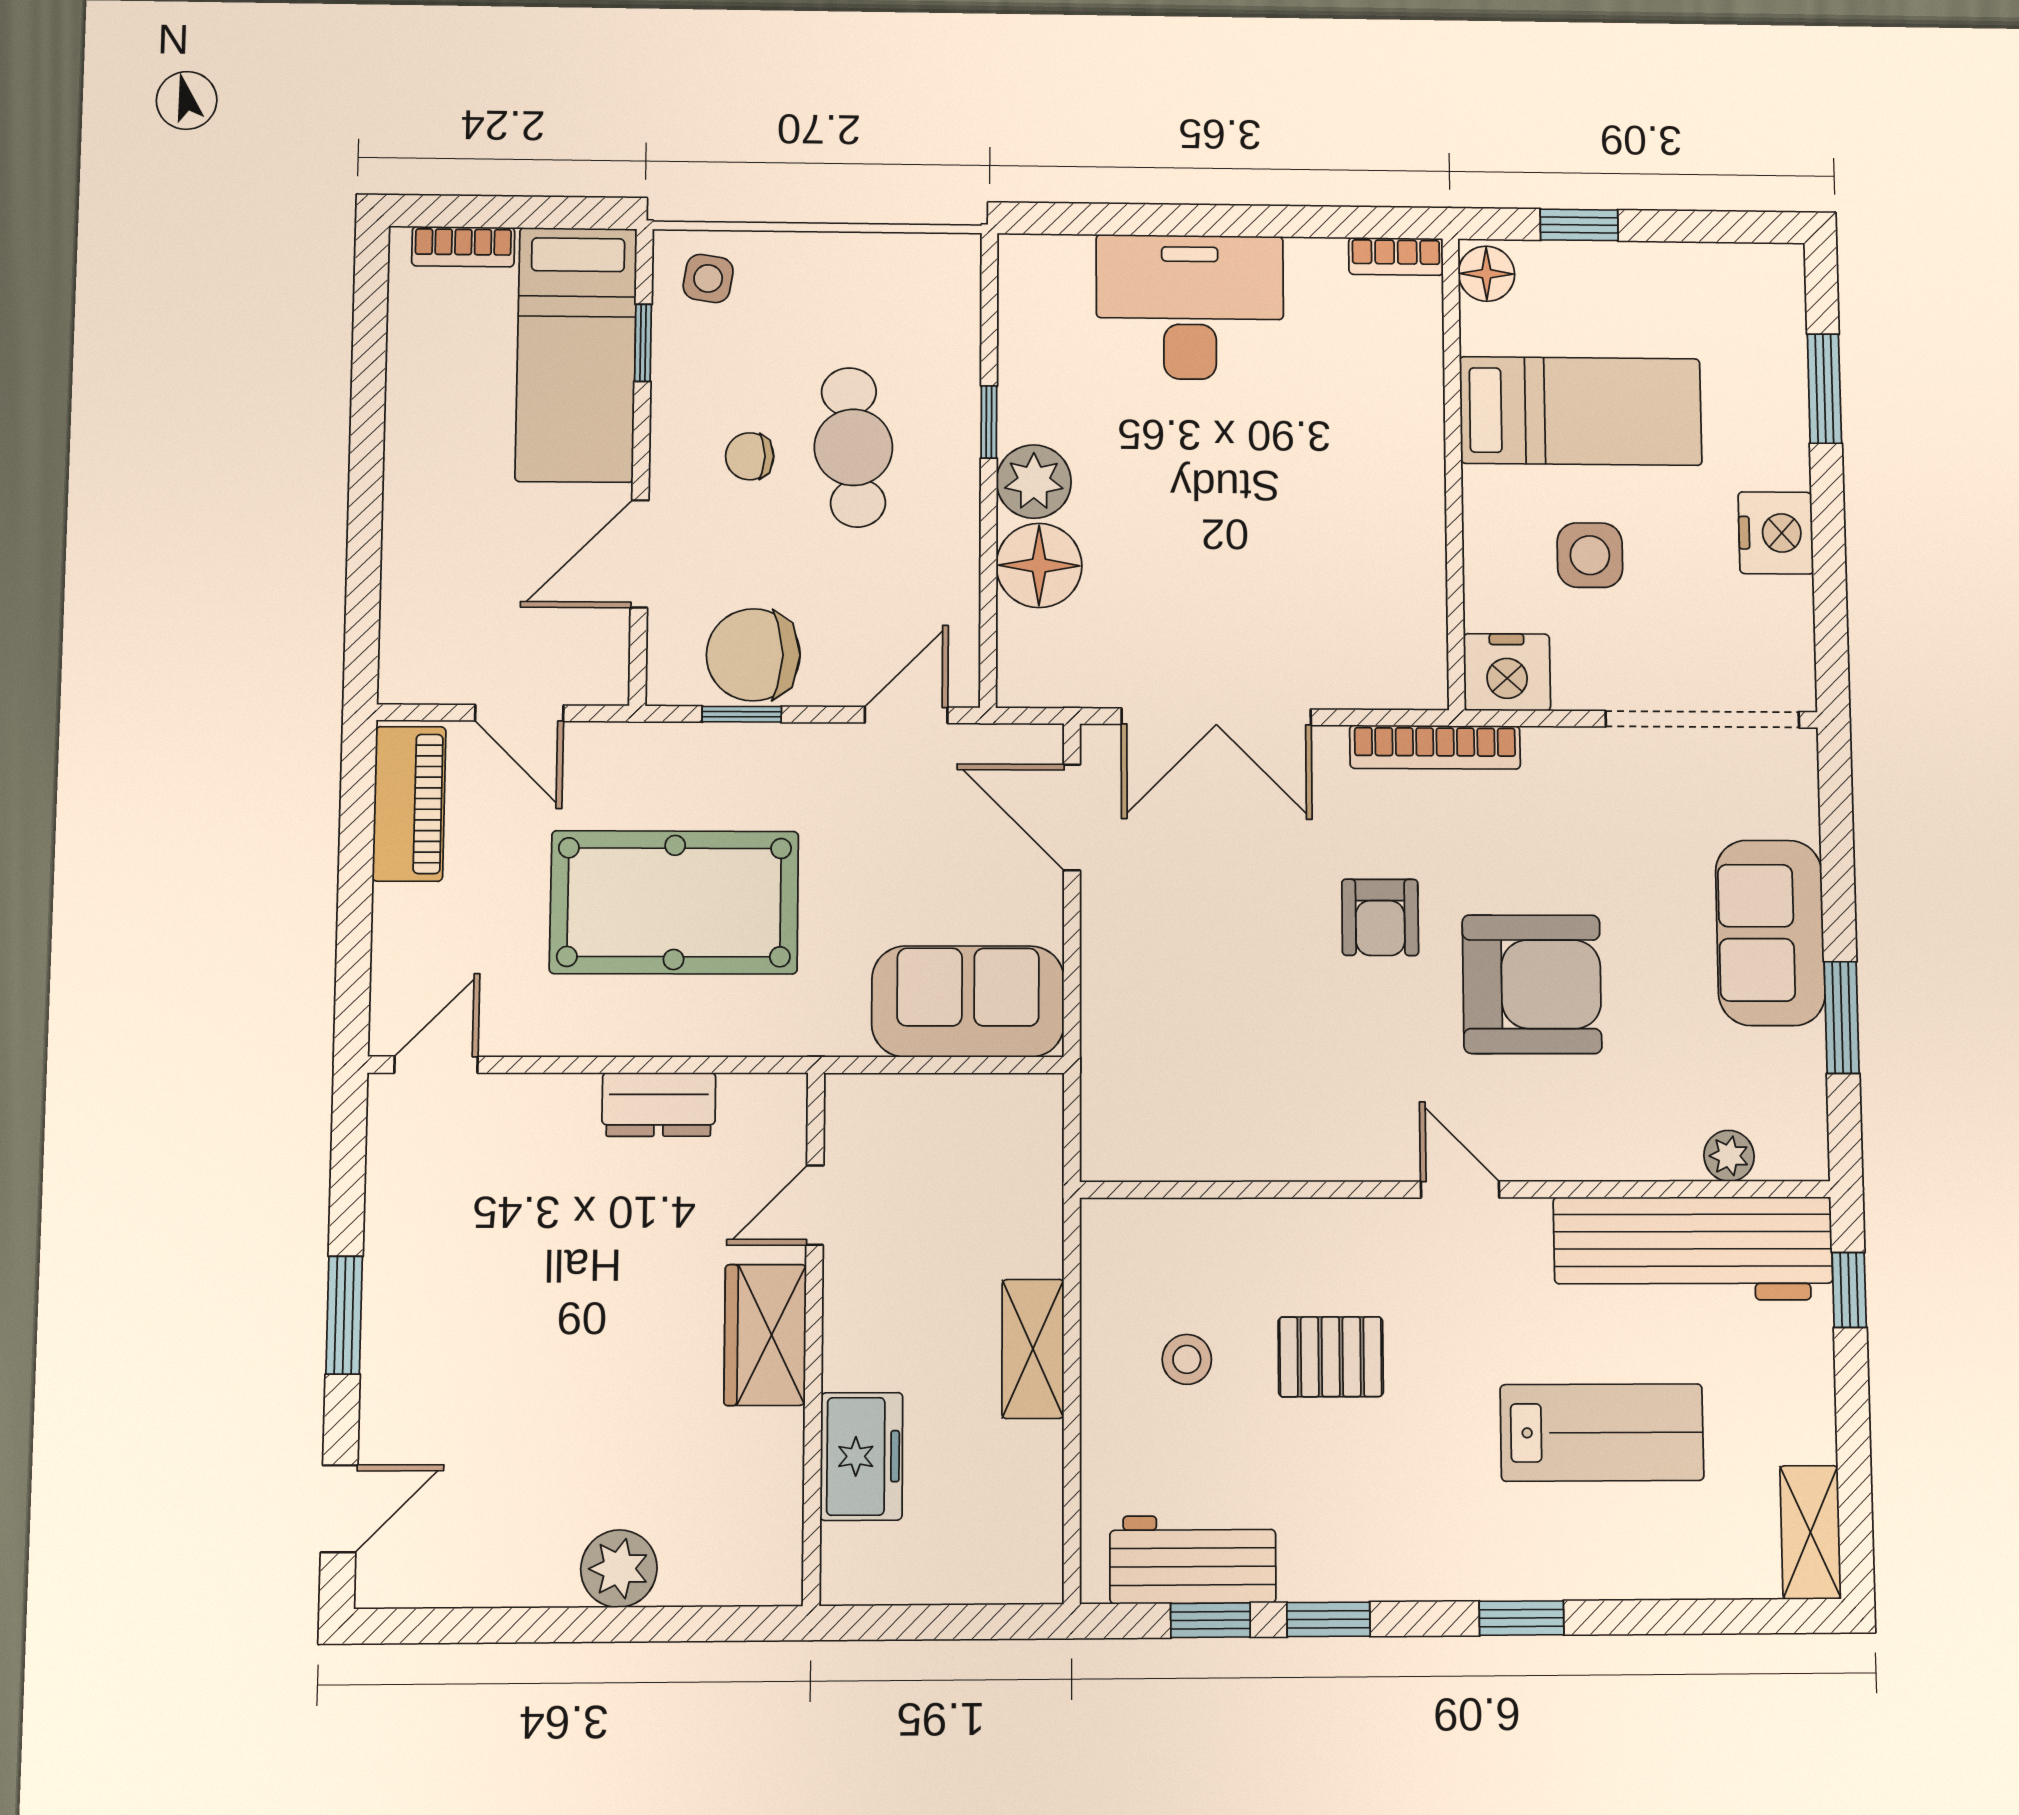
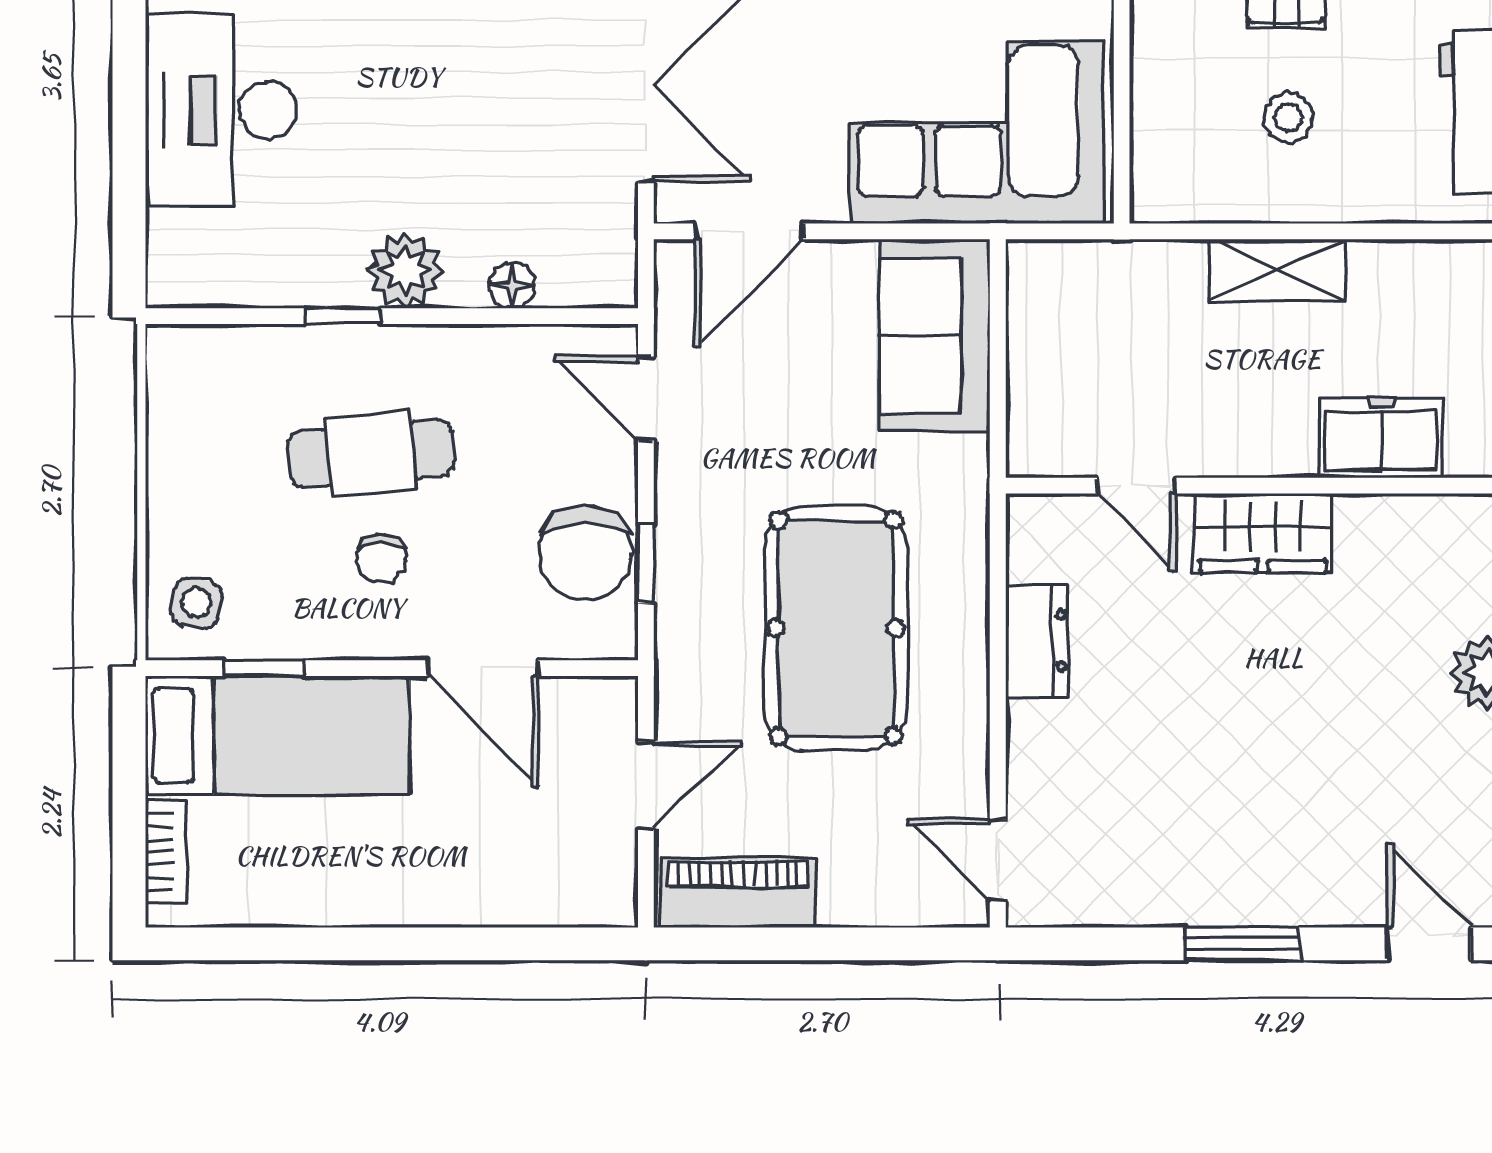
floor lamp: (1039, 565) -> (512, 285), width x0.53, depth x0.53
corner sofa: (1171, 1044) -> (977, 133), added

